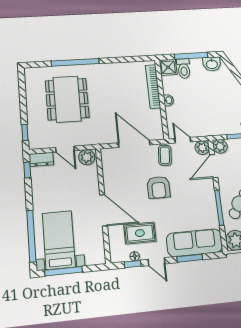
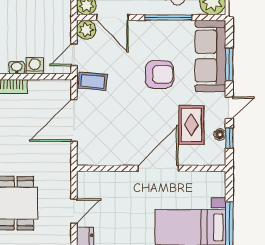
washing machine: (171, 113) -> (35, 66), added
plant: (87, 157) -> (87, 184), removed
armchair: (158, 187) -> (159, 74), moved

